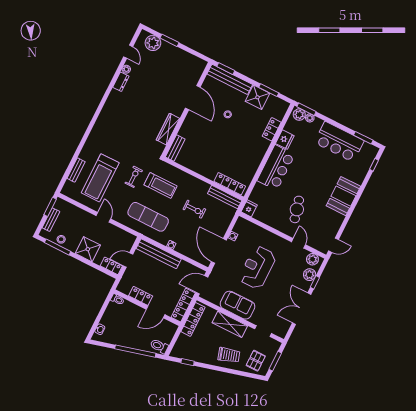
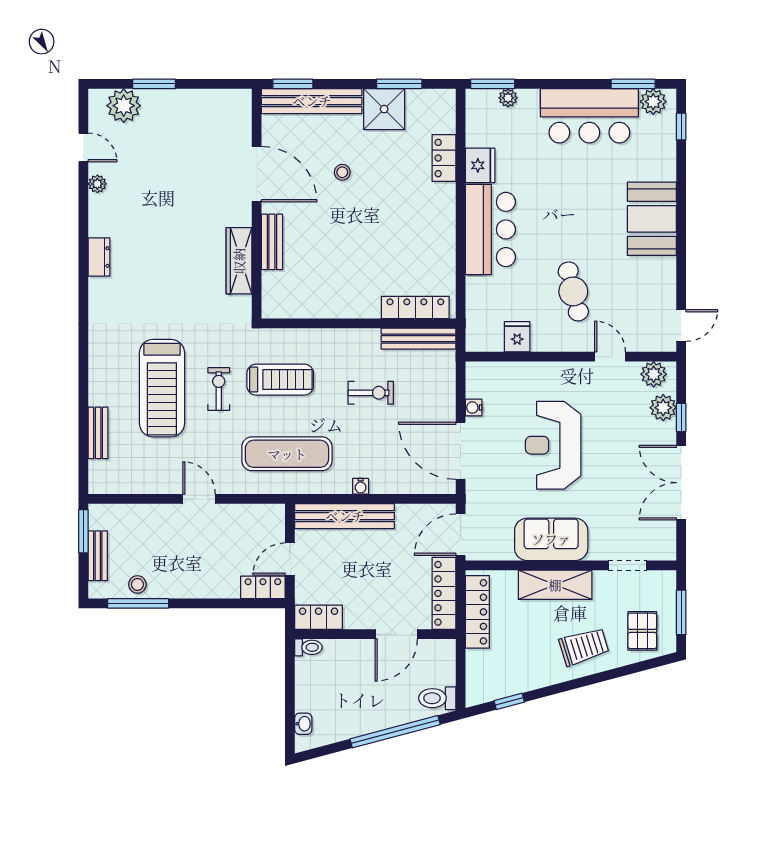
dresser: (121, 82) -> (99, 257), moved
plant: (299, 115) -> (653, 102), moved
bench: (175, 148) -> (272, 242), moved
treadmill: (100, 178) -> (162, 388), moved
fridge: (249, 208) -> (517, 337), moved
shower: (88, 249) -> (200, 578), removed
locker: (141, 296) -> (319, 617), moved

